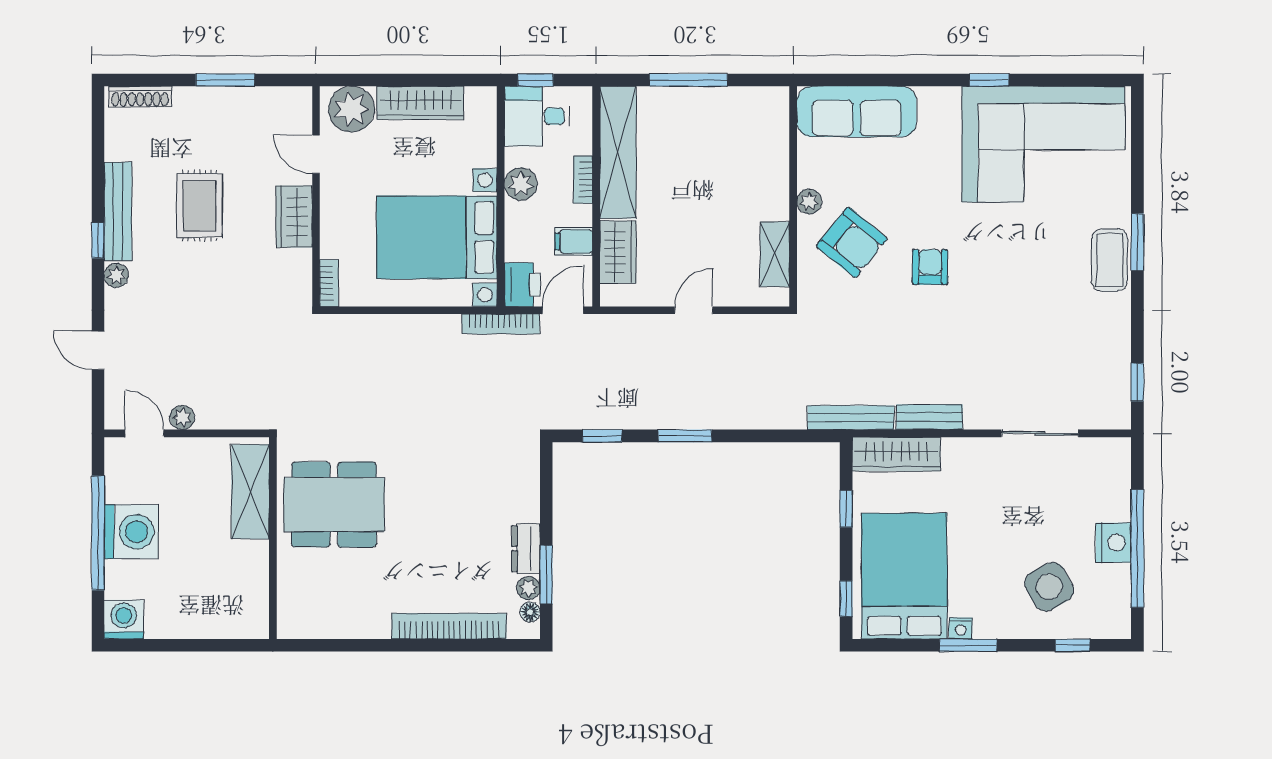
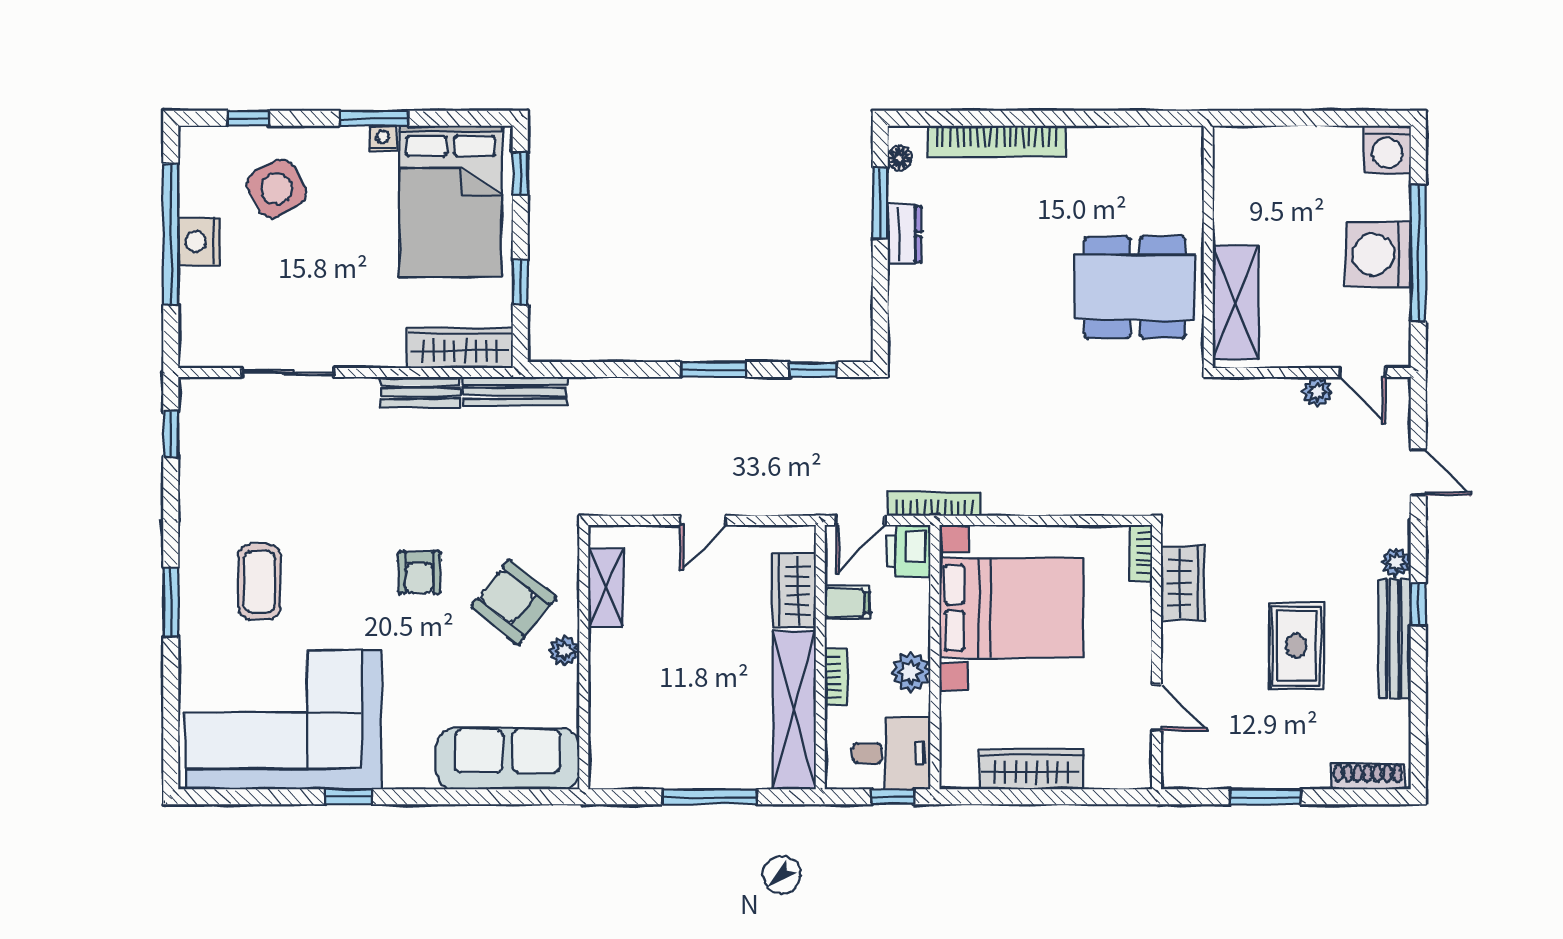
plant: (352, 109) -> (1114, 762), removed
wardrobe: (294, 217) -> (1183, 583), moved
coffee table: (1110, 260) -> (260, 582), moved
plant: (528, 588) -> (902, 187), removed

